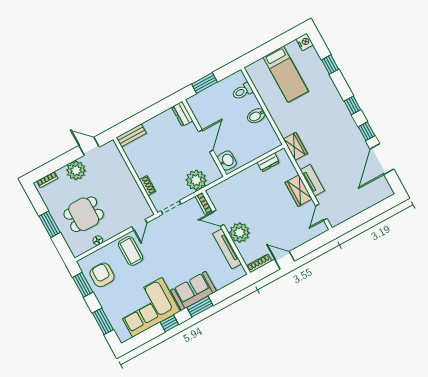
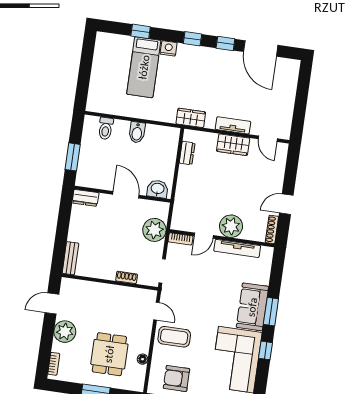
nightstand: (305, 42) -> (169, 48), moved
bed: (286, 74) -> (144, 67), moved, turned 90

